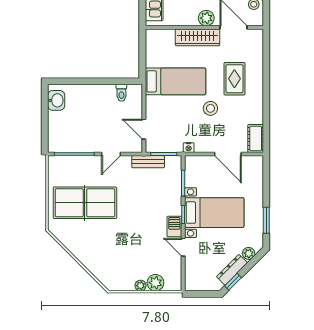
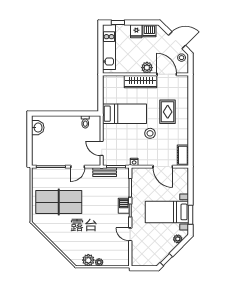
bed with nightstands: (214, 213) -> (167, 212), moved, turned 180
barbecue: (174, 226) -> (124, 206), moved
dresser: (232, 270) -> (166, 251), removed
plant: (155, 283) -> (88, 260), moved

